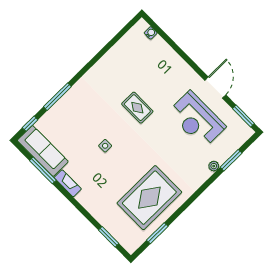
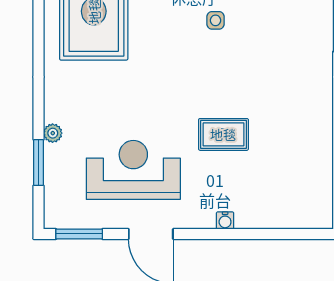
water cooler: (151, 33) -> (225, 221), moved
rug: (137, 108) -> (223, 134), moved

